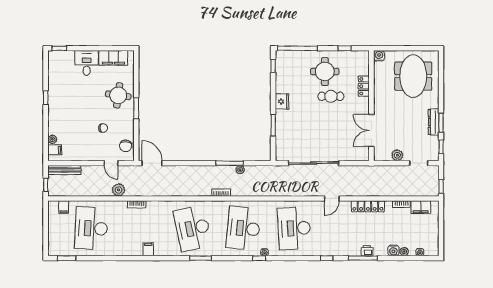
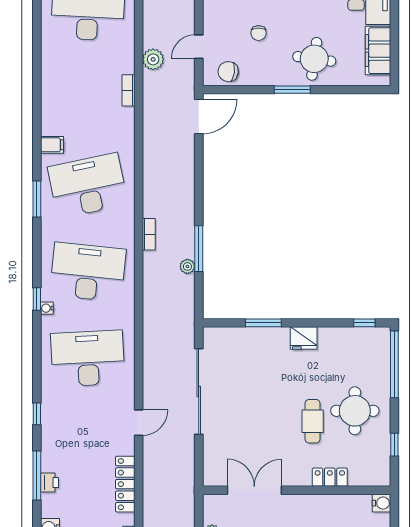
door: (332, 198) -> (139, 423), swing flipped
filing cabinet: (148, 249) -> (52, 145), moved

